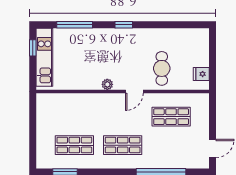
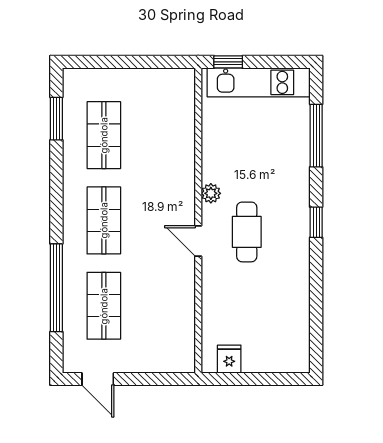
window: (33, 48) -> (228, 62), moved
cafe table: (162, 68) -> (247, 232), moved, turned 90
shop shelf: (171, 117) -> (104, 306), moved

